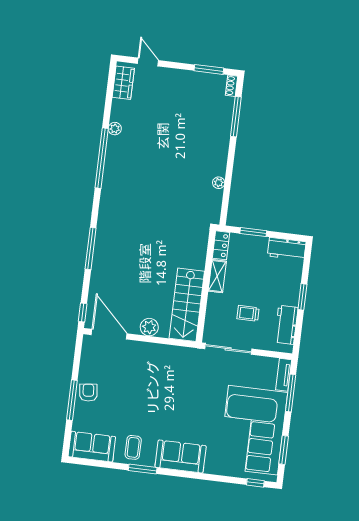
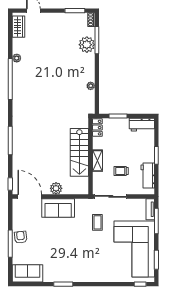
plant: (220, 122) -> (87, 45), added
shelving: (217, 276) -> (98, 161), moved
stairs: (187, 305) -> (79, 152), moved
coffee table: (133, 447) -> (97, 222), moved
sofa: (181, 457) -> (58, 208), moved, turned 180

